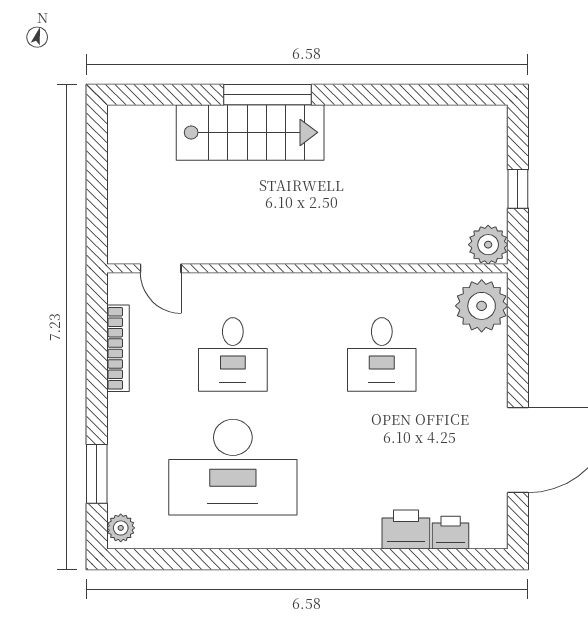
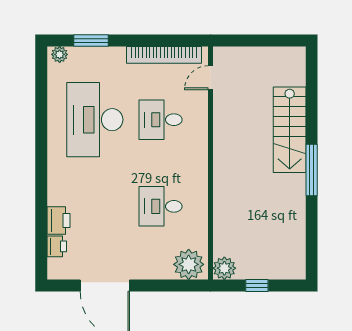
window: (268, 95) -> (312, 170), moved
bookcase: (118, 348) -> (164, 55), width x1.48, depth x1.31

